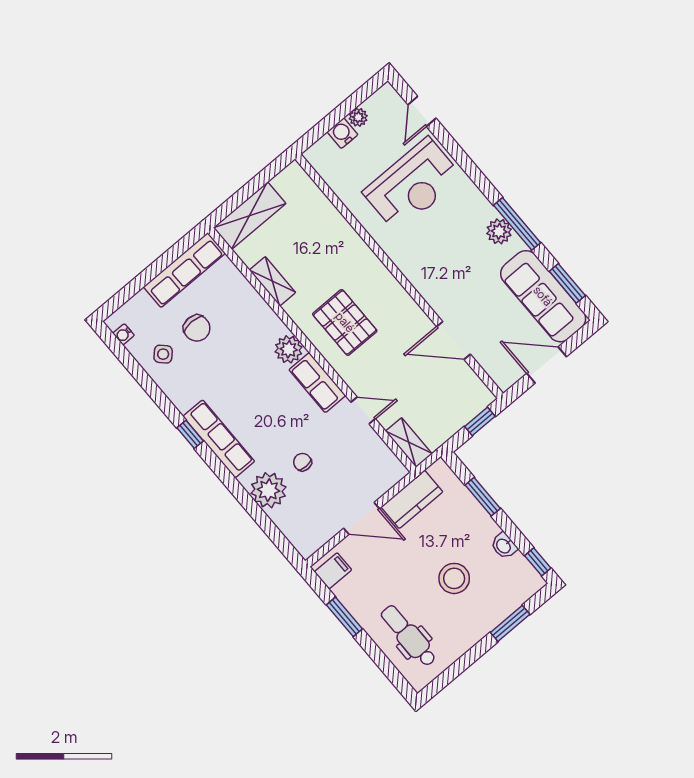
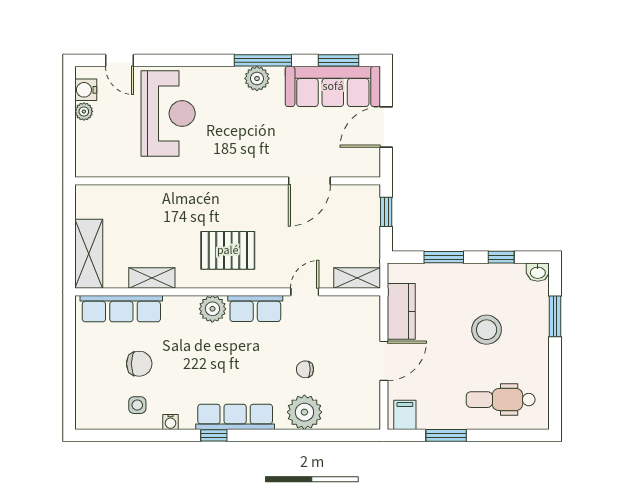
water cooler: (342, 133) -> (86, 90), moved
row of seats: (184, 270) -> (121, 309), moved, turned 90
water cooler: (124, 334) -> (170, 422), moved
side table: (163, 354) -> (137, 405), turned 45
washbasin: (504, 546) -> (538, 272), moved
window: (538, 562) -> (501, 257), moved

